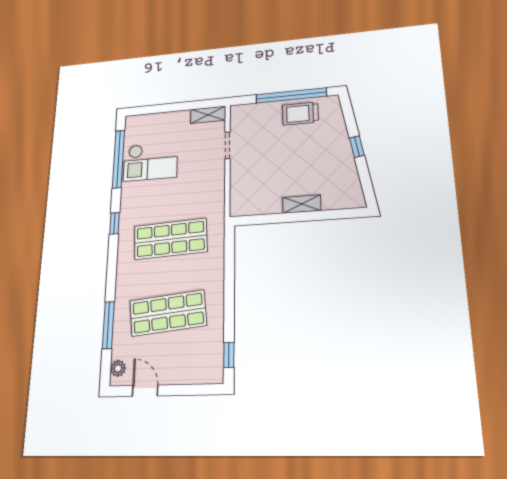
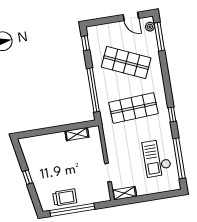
checkout: (150, 162) -> (157, 158), turned -90
shelving: (302, 204) -> (77, 134), moved
window: (229, 274) -> (93, 90), added
shop shelf: (168, 313) -> (126, 62), turned 30
window: (108, 325) -> (159, 37), moved

